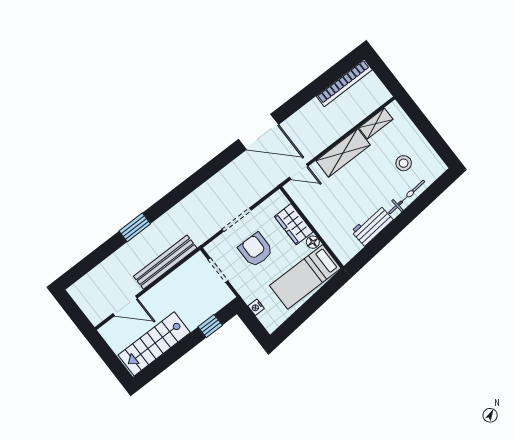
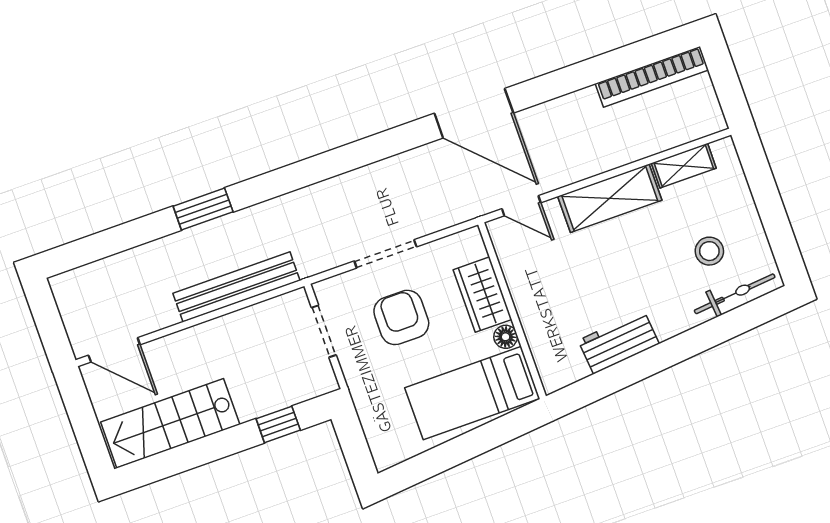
bicycle: (407, 197) -> (735, 294), moved
door: (125, 306) -> (114, 350), moved
nightstand: (256, 307) -> (369, 418), removed

